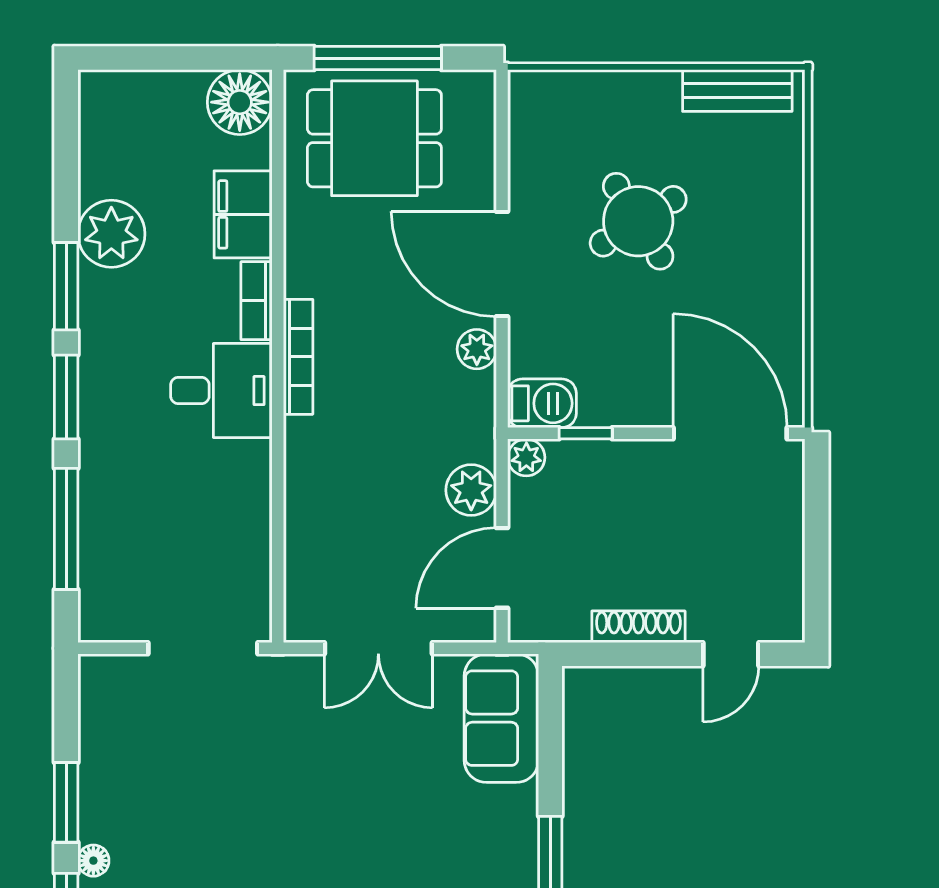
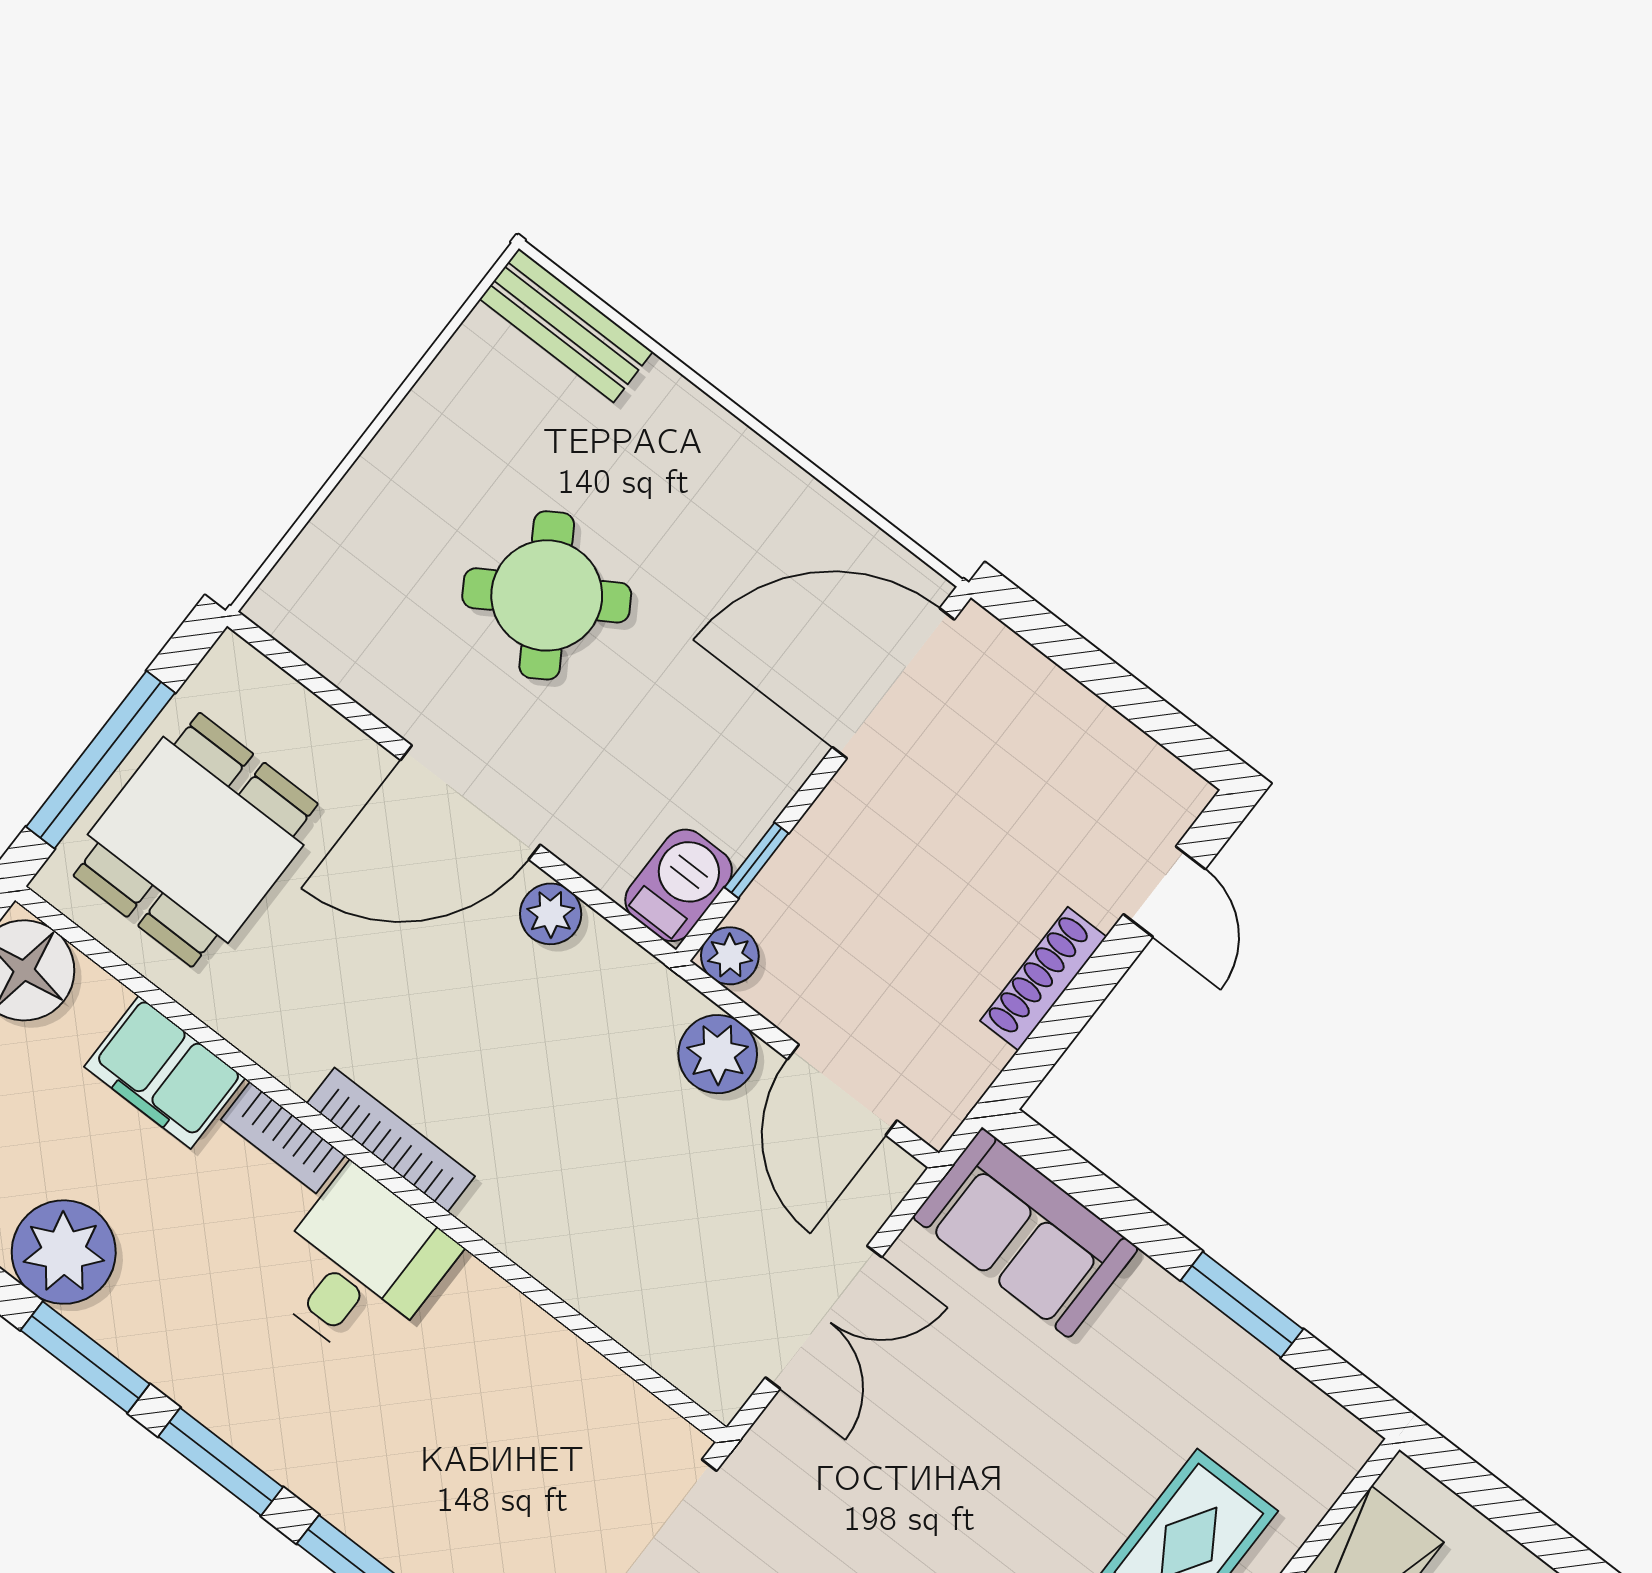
bench: (737, 91) -> (566, 325), moved, turned 90

